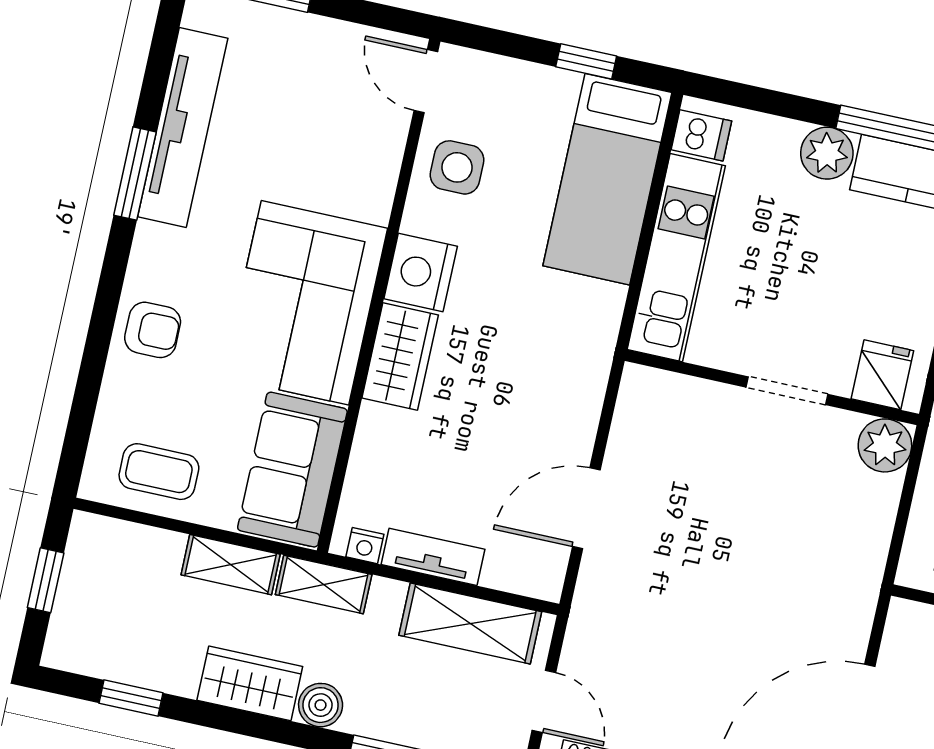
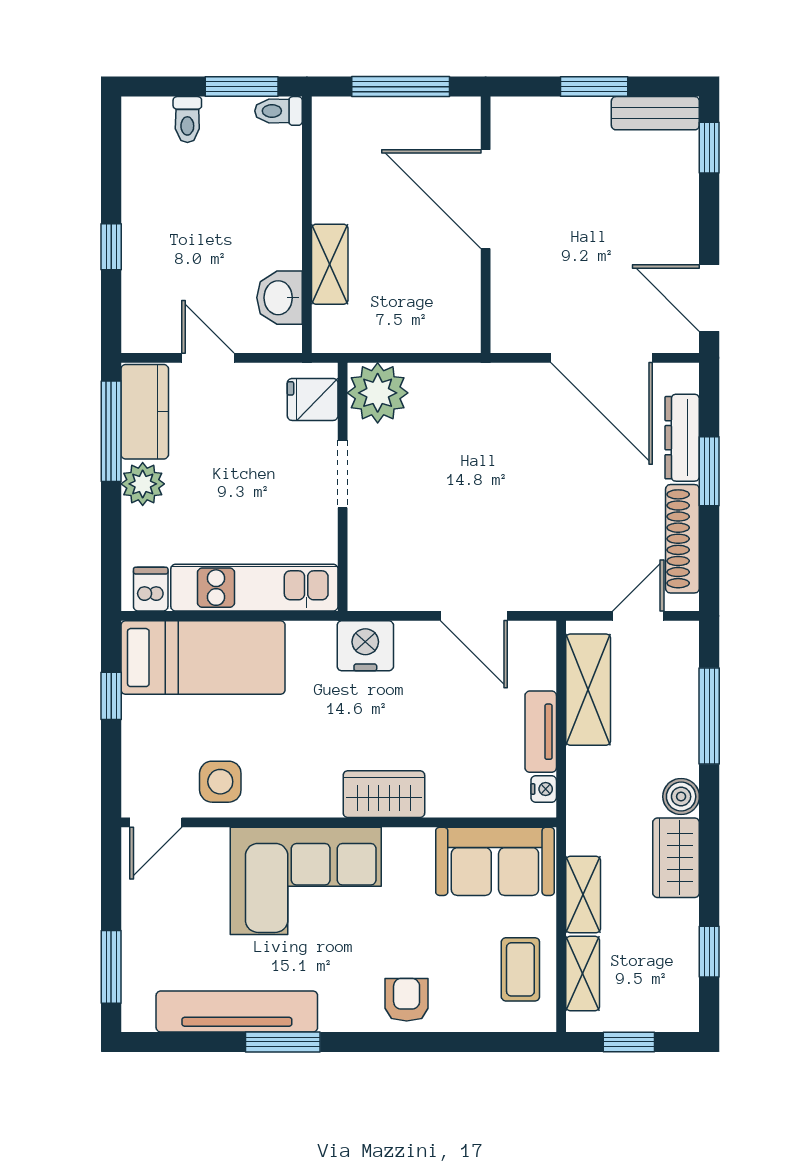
nightstand: (421, 273) -> (365, 646), moved, turned 180
corner sofa: (305, 303) -> (306, 881), moved
plant: (885, 445) -> (378, 393), width x1.36, depth x1.36
shelving: (324, 584) -> (583, 974), moved

